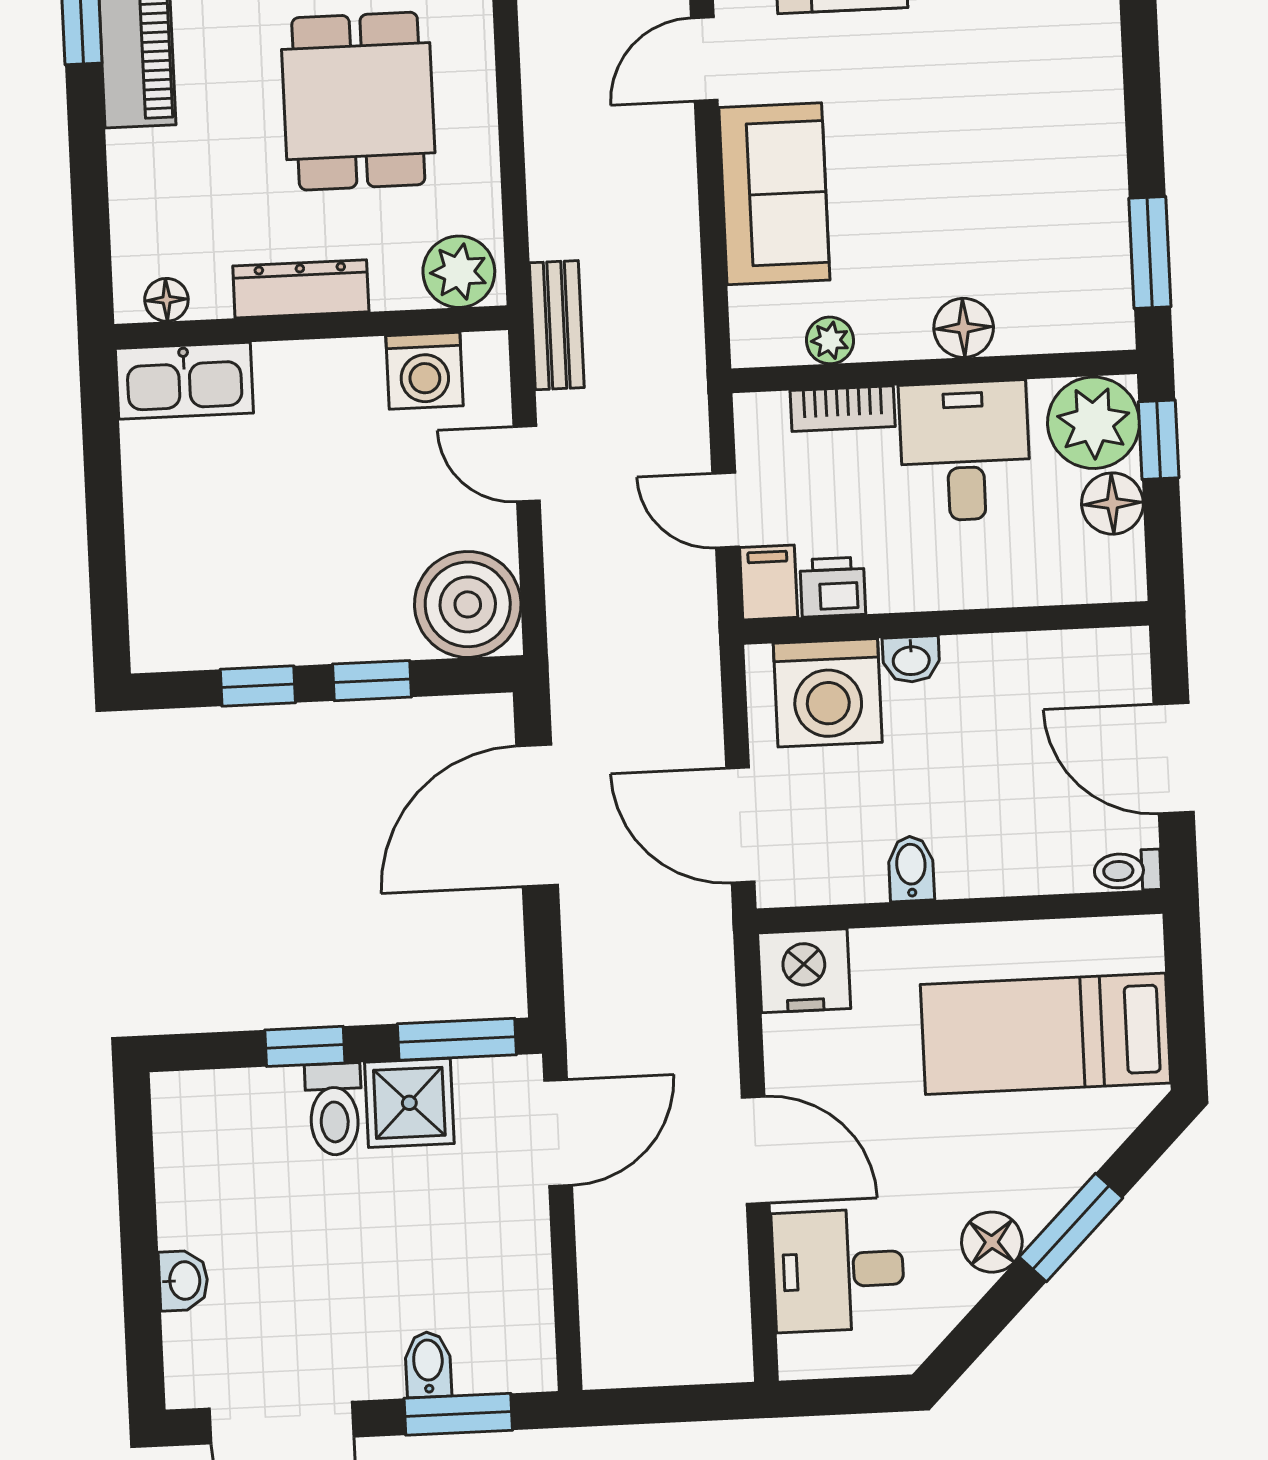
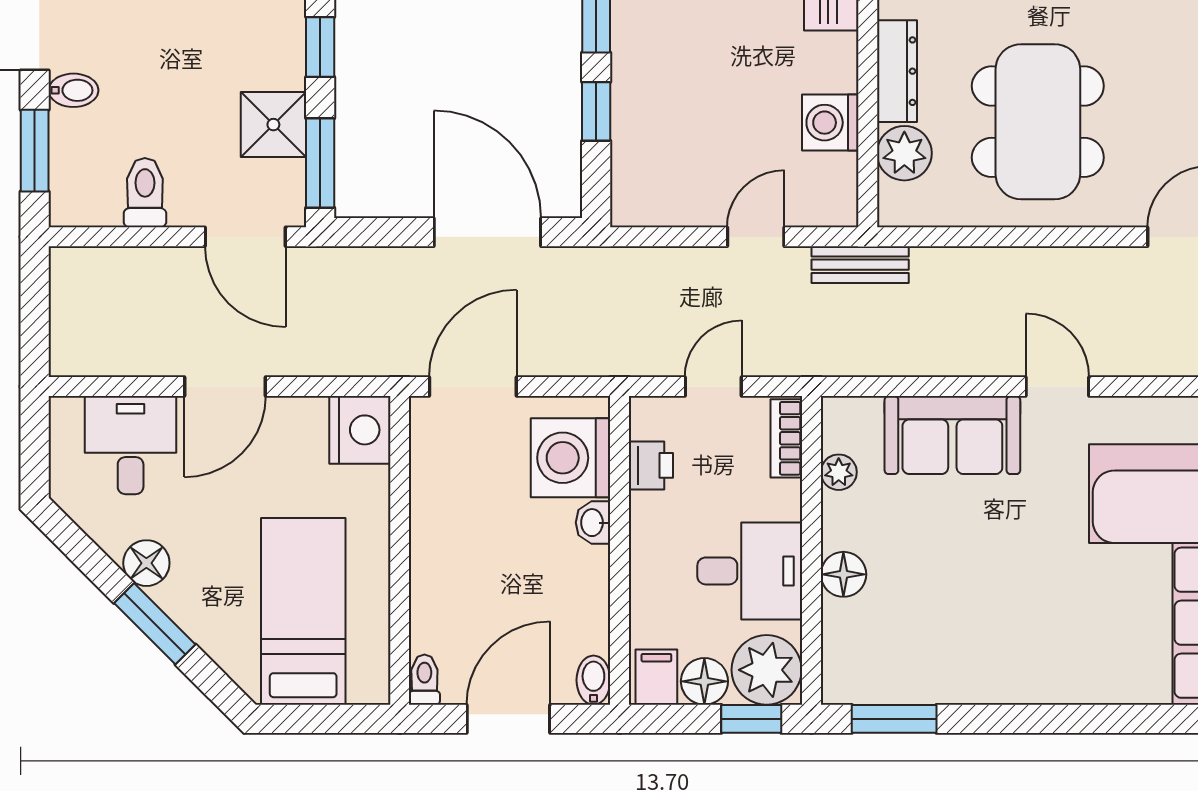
dining table: (358, 101) -> (1038, 122), width x1.37
plant: (459, 272) -> (904, 153), moved
washing machine: (425, 371) -> (830, 123), moved
bookcase: (843, 409) -> (786, 438), moved
filing cabinet: (769, 582) -> (656, 677), moved, turned -90
boiler: (468, 604) -> (651, 187), removed
bidet: (911, 869) -> (593, 680), moved, turned -90
toilet: (334, 1109) -> (145, 193), moved, turned 90
bidet: (428, 1365) -> (73, 90), moved

